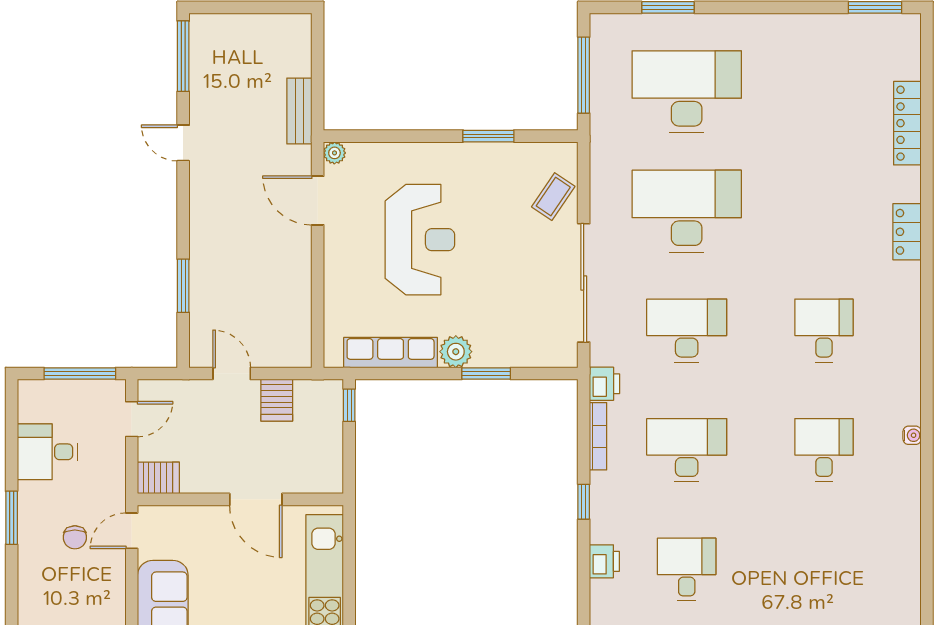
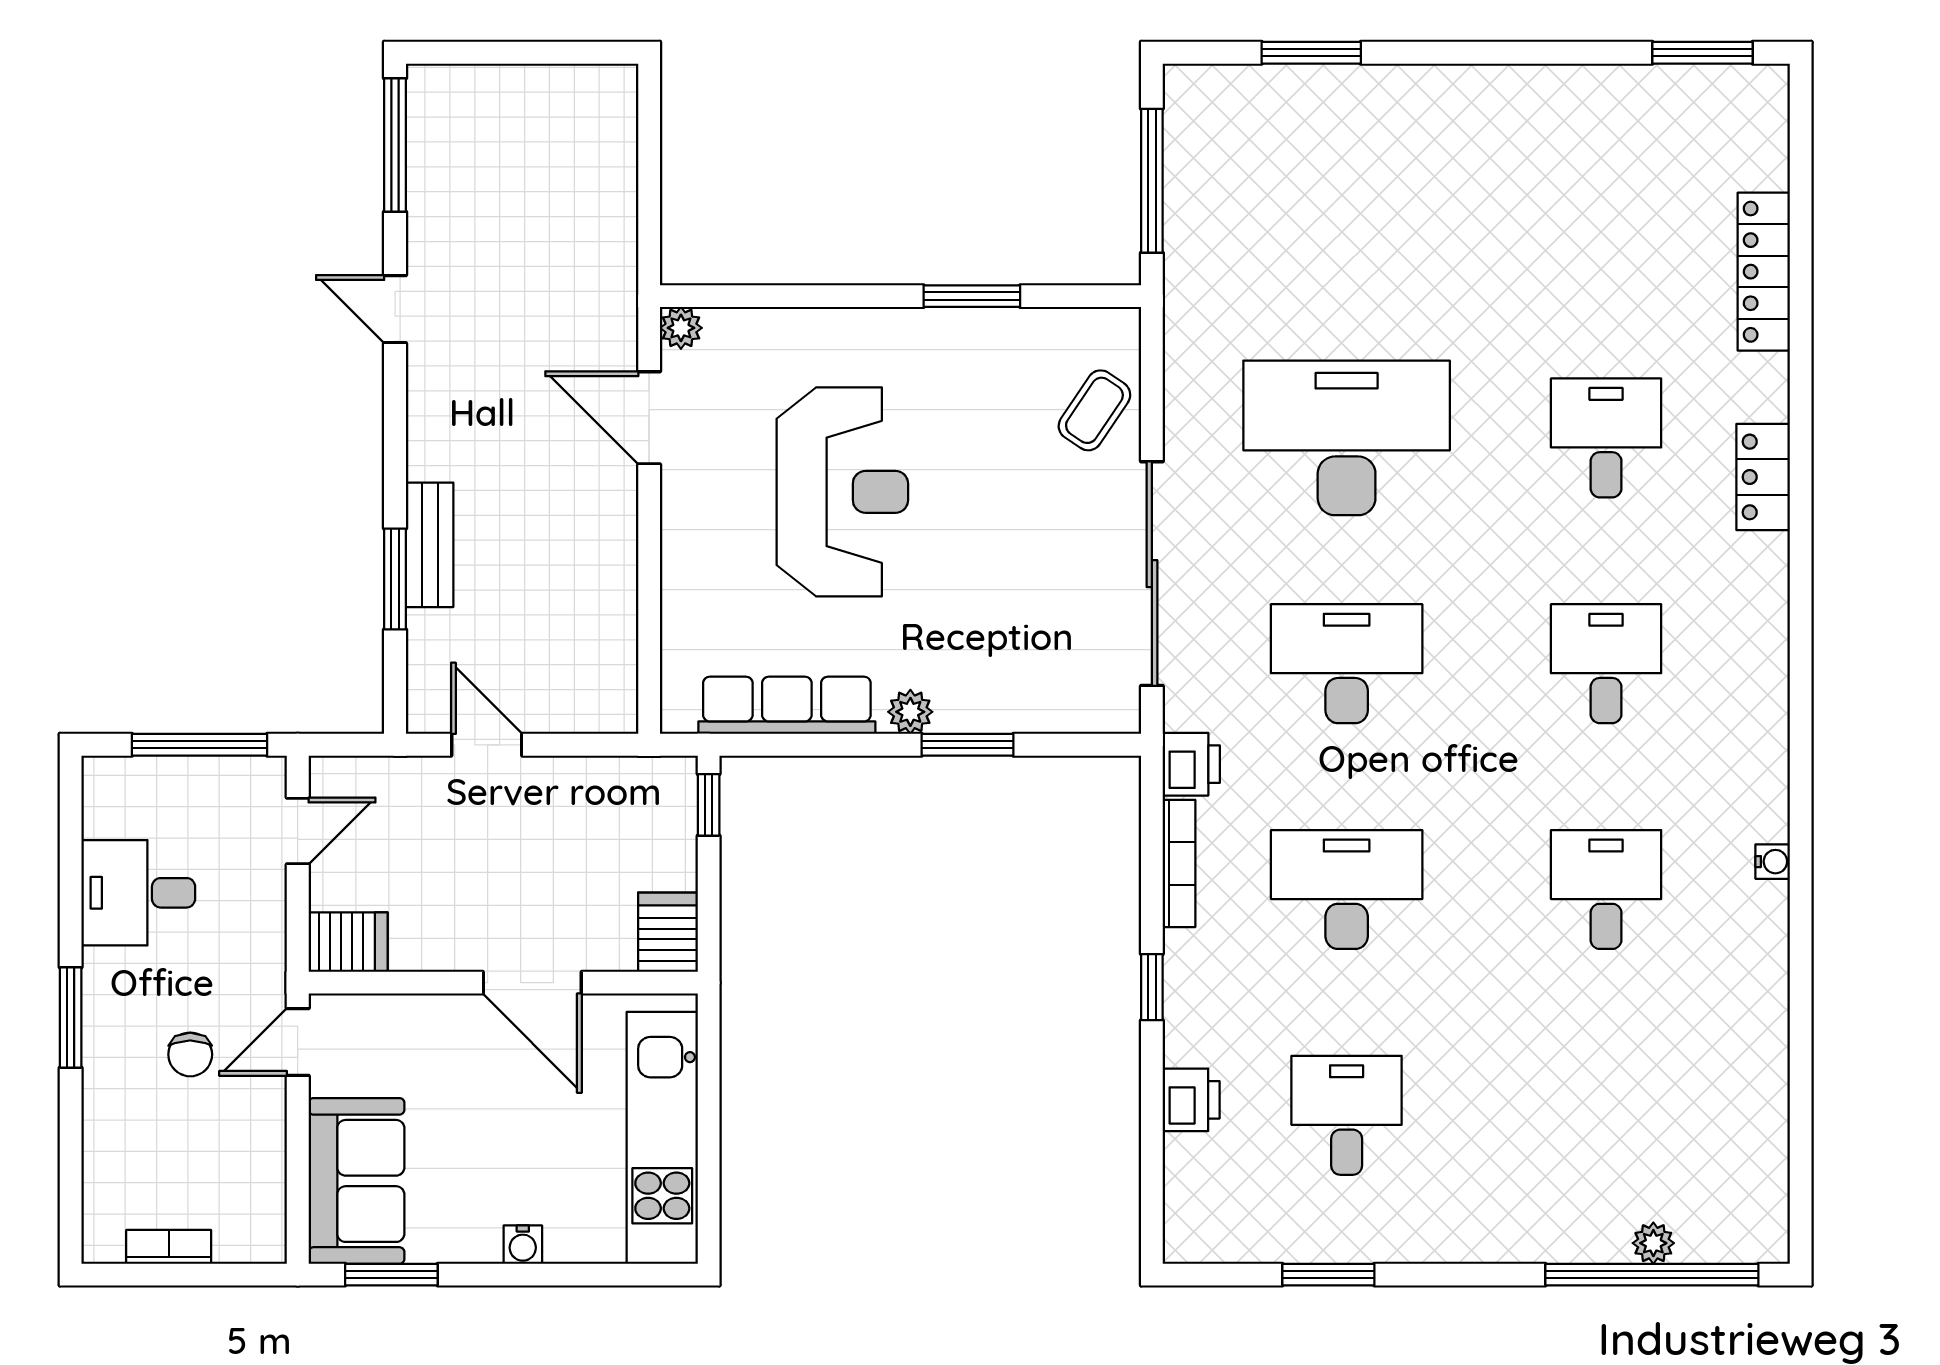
desk: (687, 92) -> (1606, 438), moved, width x0.53, depth x0.77
bench: (299, 111) -> (430, 545), moved
plant: (456, 352) -> (910, 712), width x0.73, depth x0.73
server rack: (277, 400) -> (668, 932), moved, turned 180

